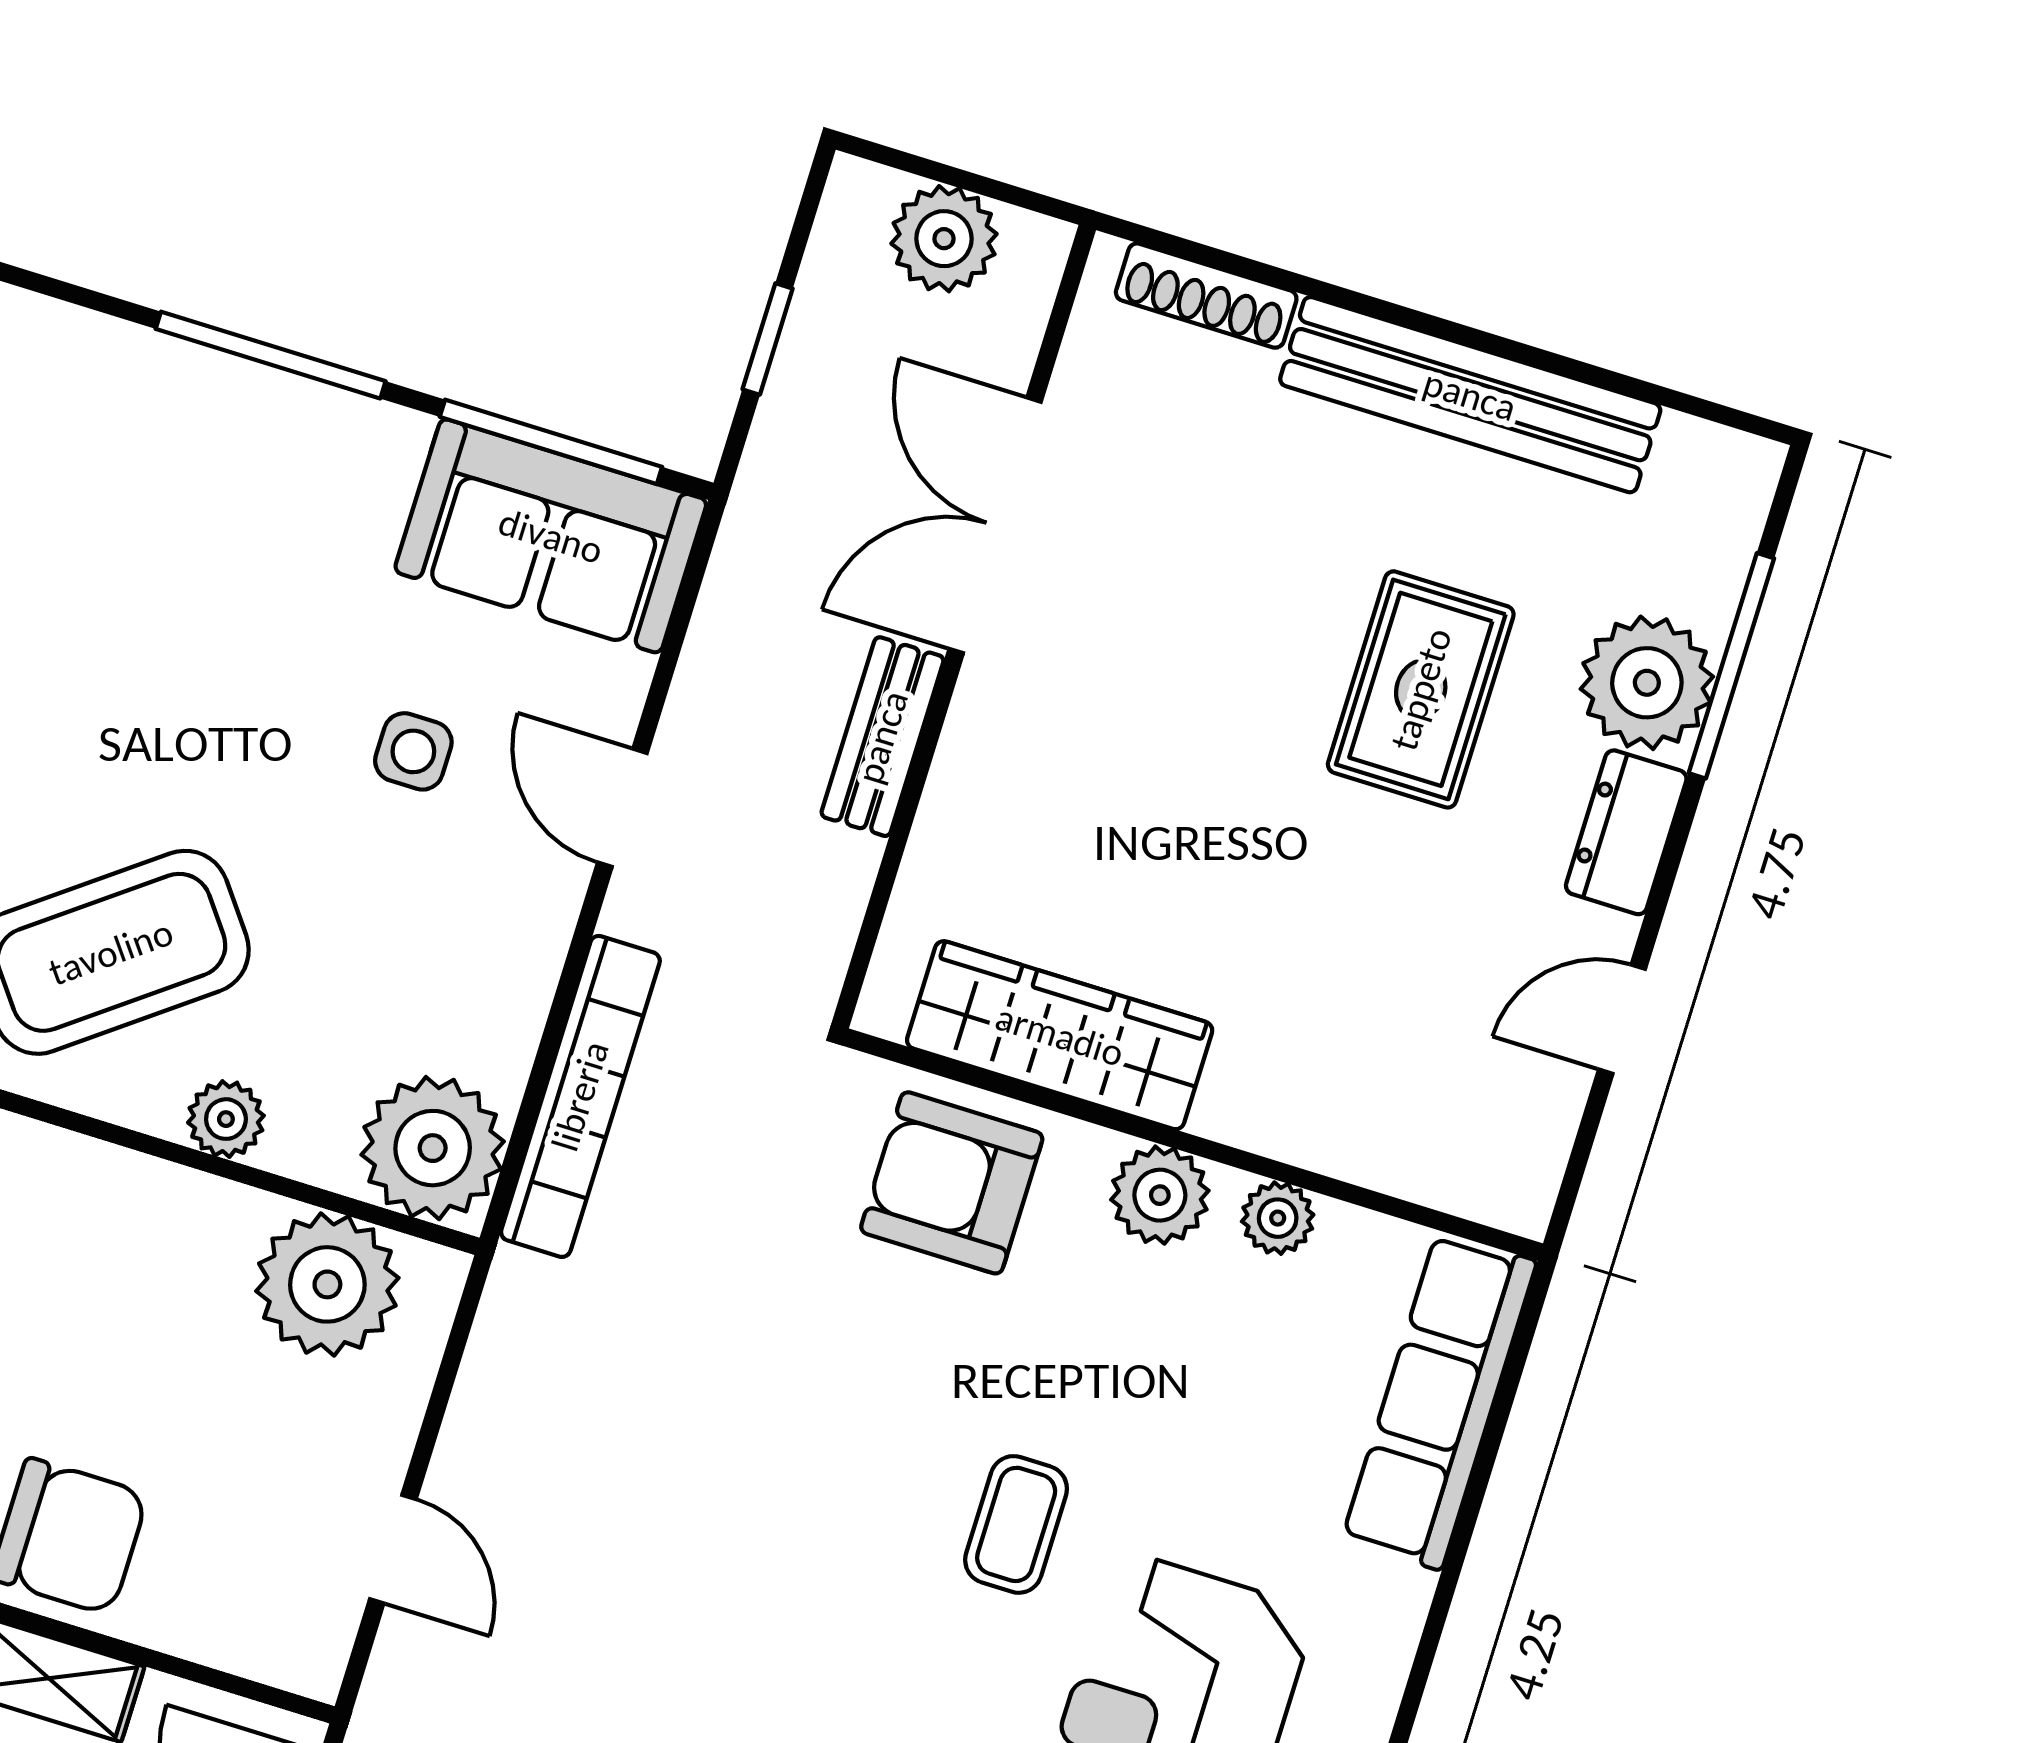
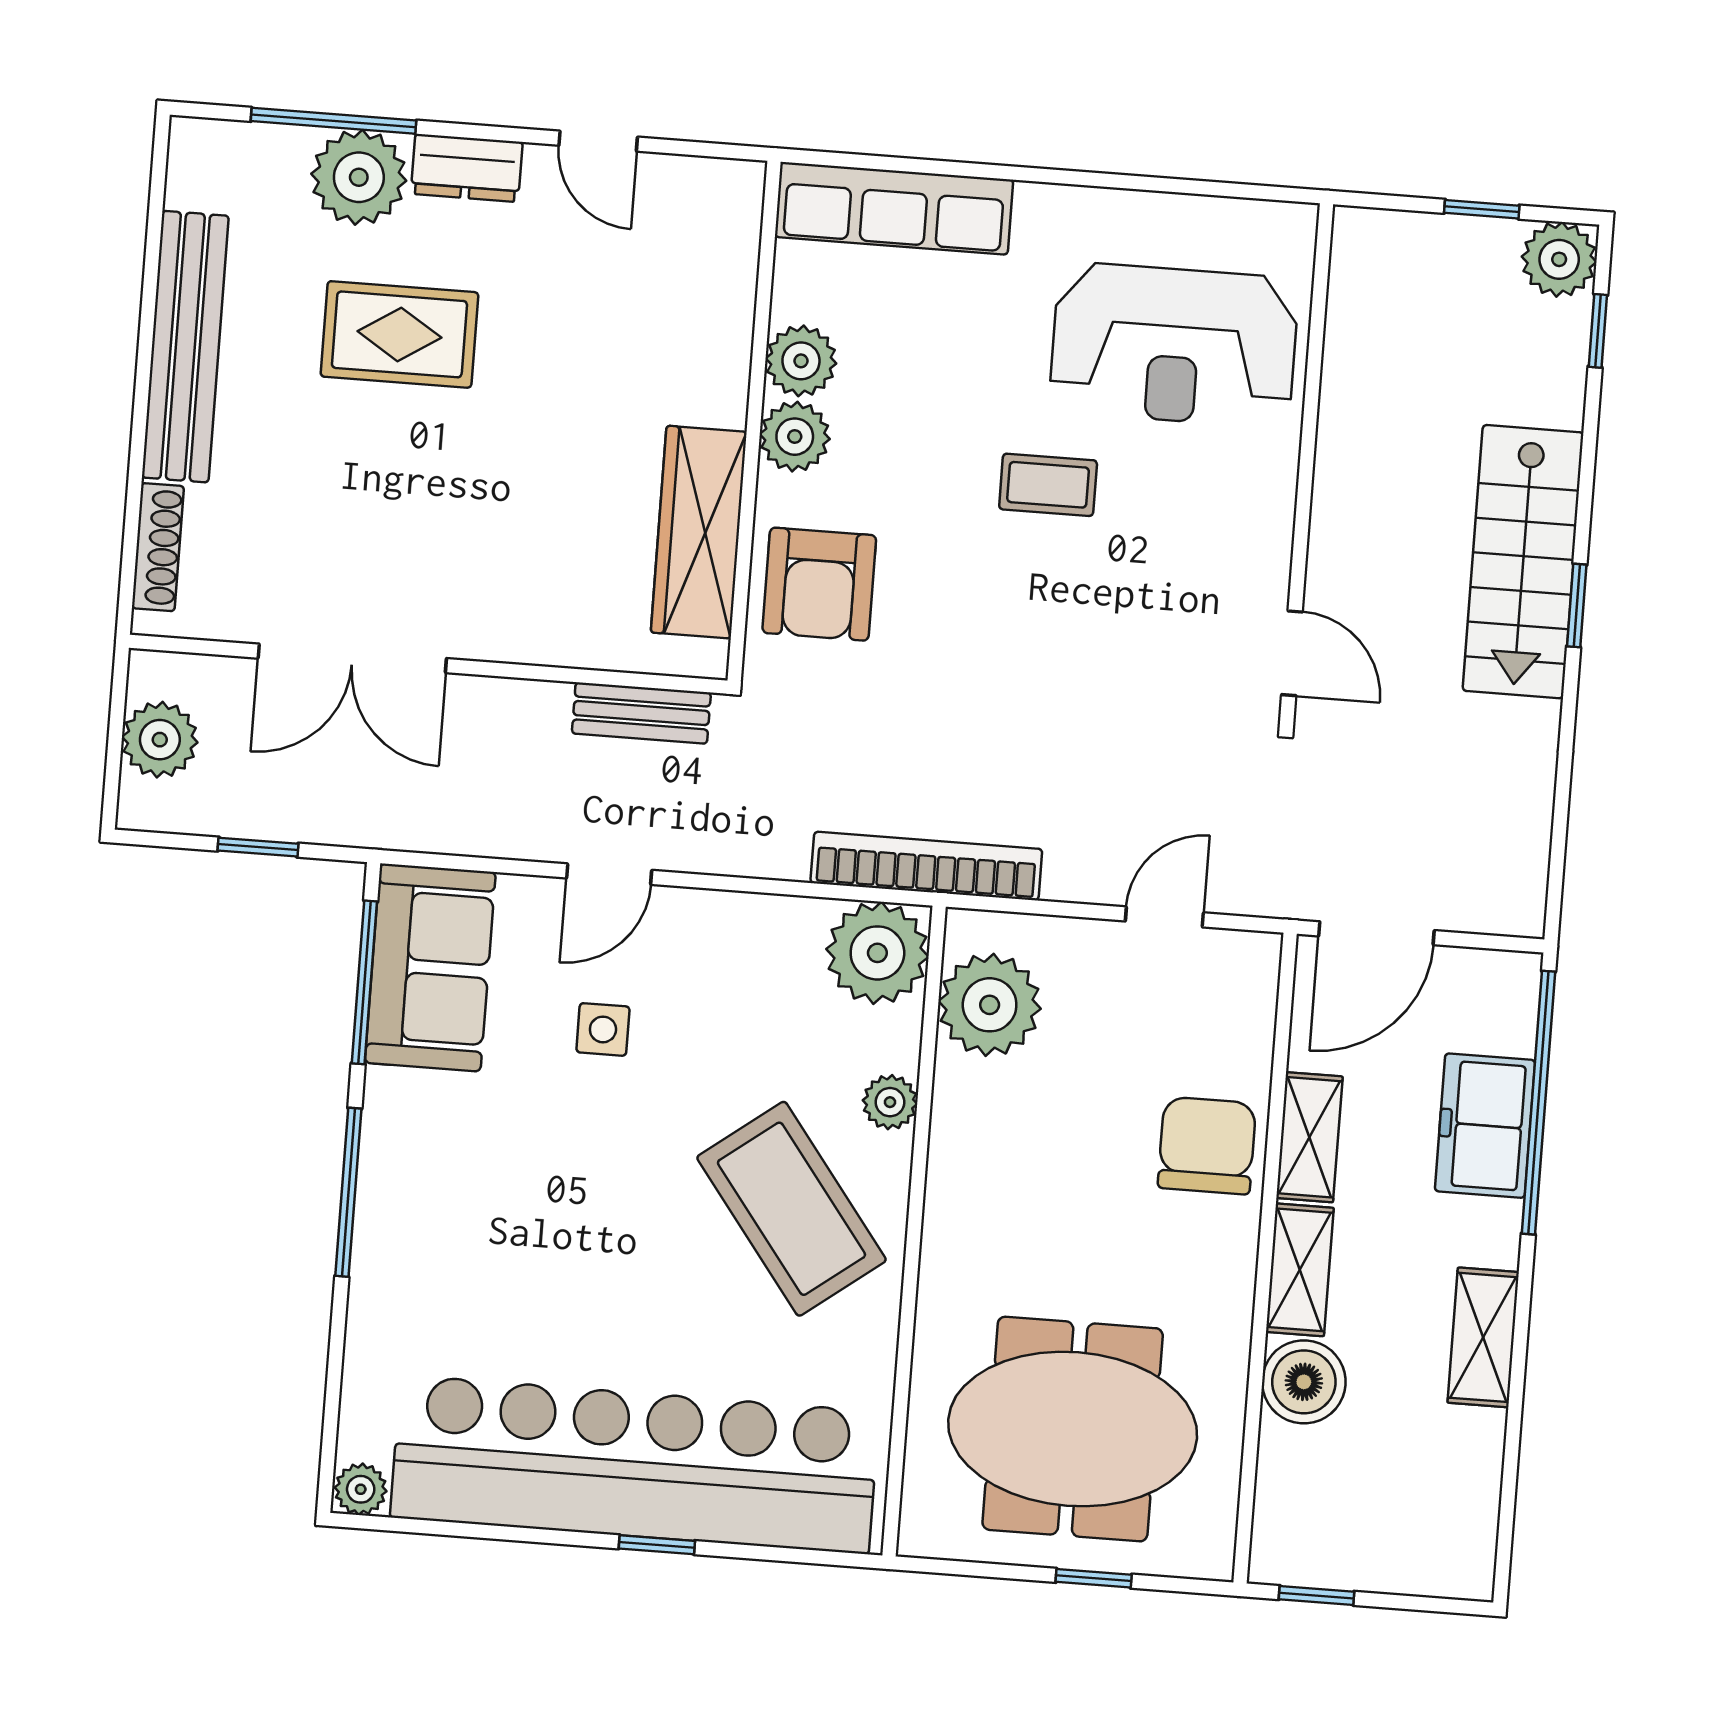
bench: (882, 737) -> (641, 713), moved
bookcase: (580, 1096) -> (926, 866), moved
plant: (1278, 1218) -> (801, 361), width x1.38, depth x1.38

